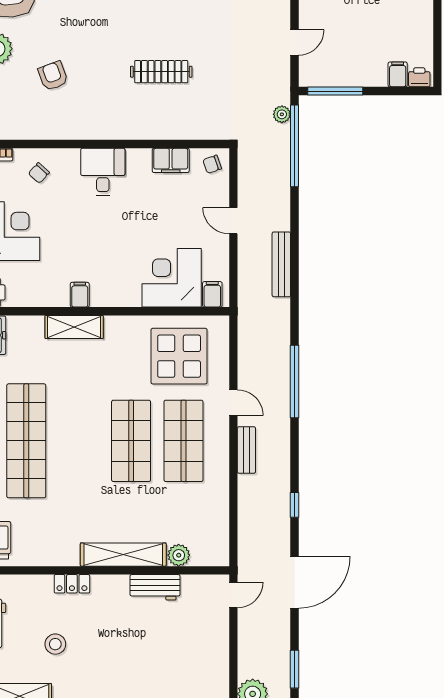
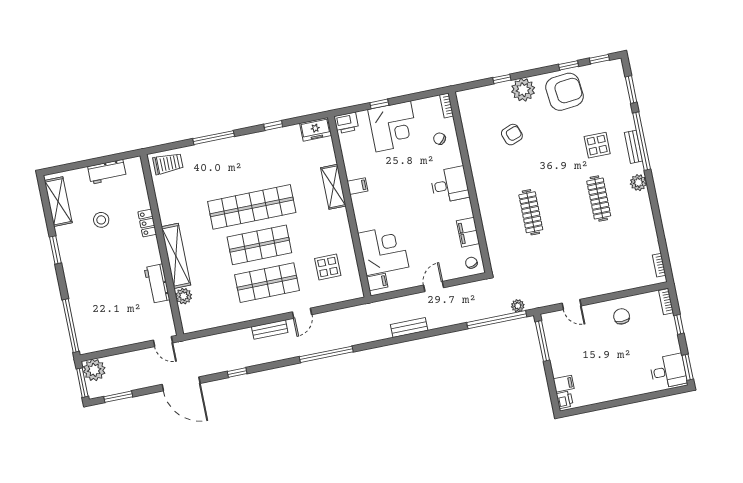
bench: (281, 264) -> (409, 328), width x0.73
display table: (179, 356) -> (328, 267), width x0.54, depth x0.54
shop shelf: (26, 441) -> (252, 207), moved

